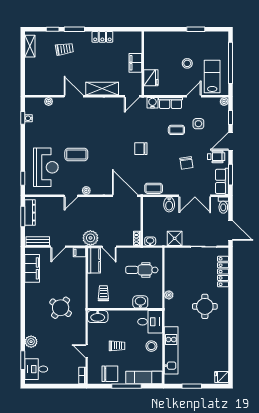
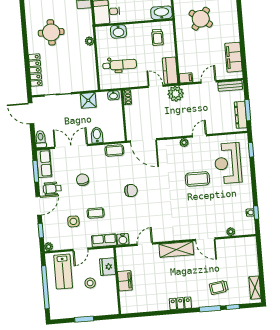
filing cabinet: (135, 63) -> (125, 281), moved
wall: (143, 63) -> (117, 281), moved
fridge: (151, 78) -> (108, 267), moved

